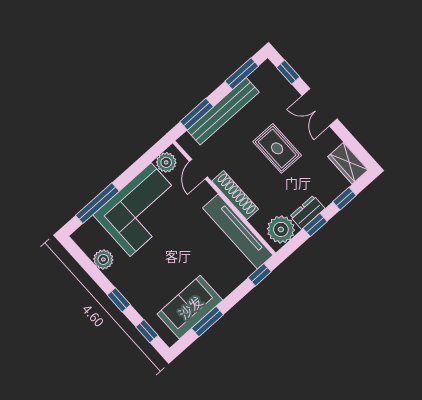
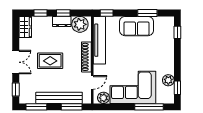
rug: (277, 148) -> (50, 61), turned 90
window: (119, 300) -> (177, 88), moved
sofa: (190, 307) -> (137, 26), moved

